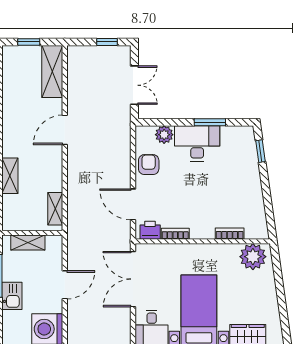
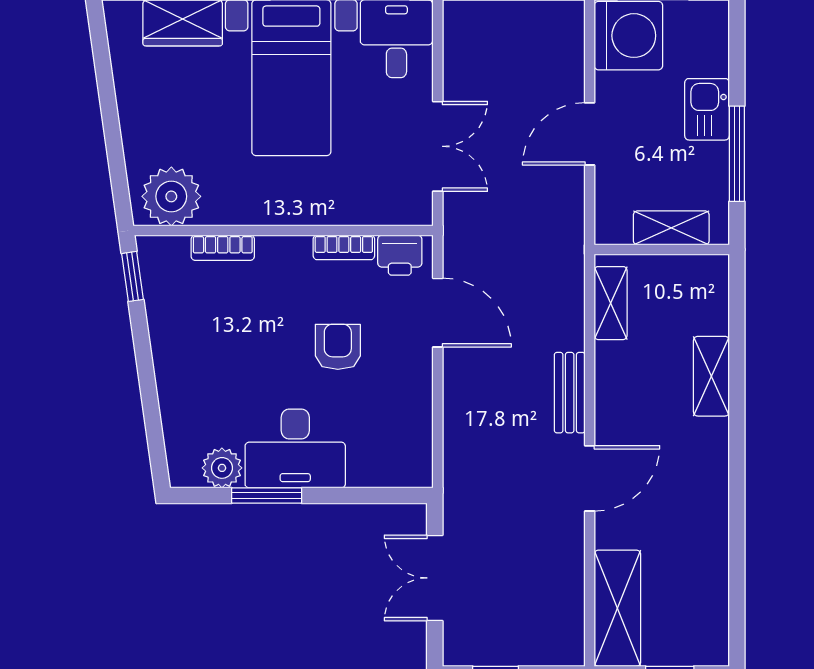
plant: (164, 135) -> (222, 468), moved
window: (260, 151) -> (133, 276), moved
armchair: (149, 165) -> (338, 347), moved, turned 180
bench: (74, 168) -> (570, 393), added
double door: (133, 279) -> (438, 146), width x0.73

